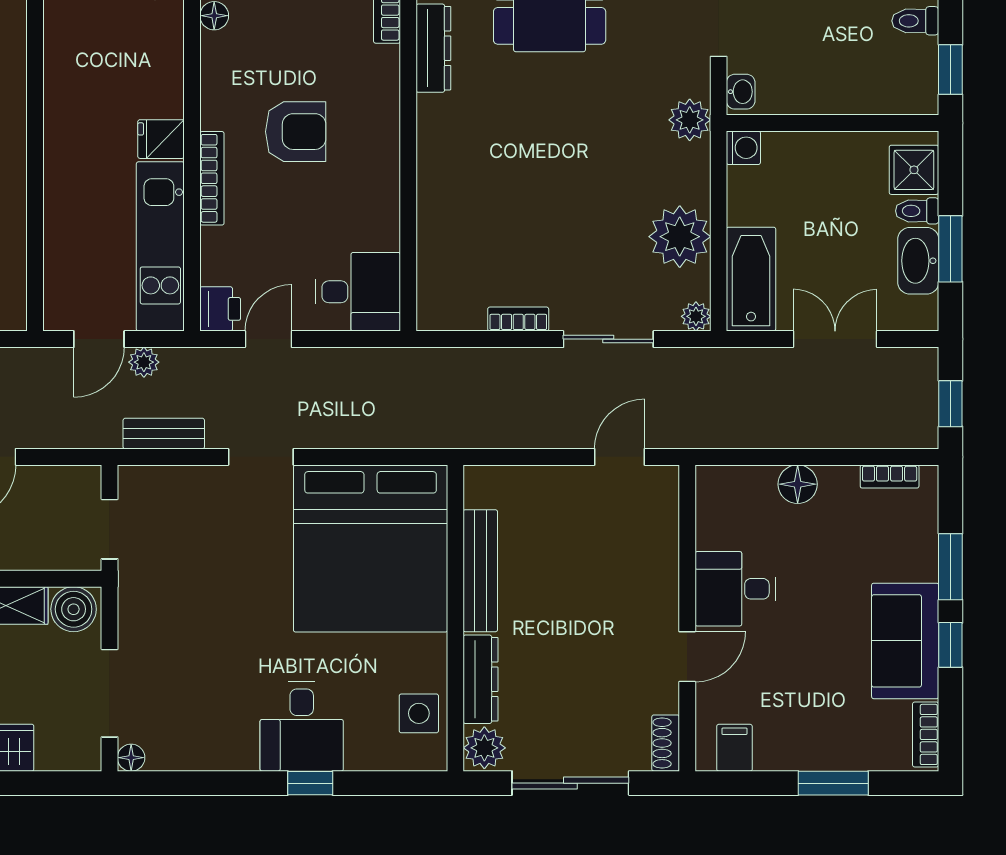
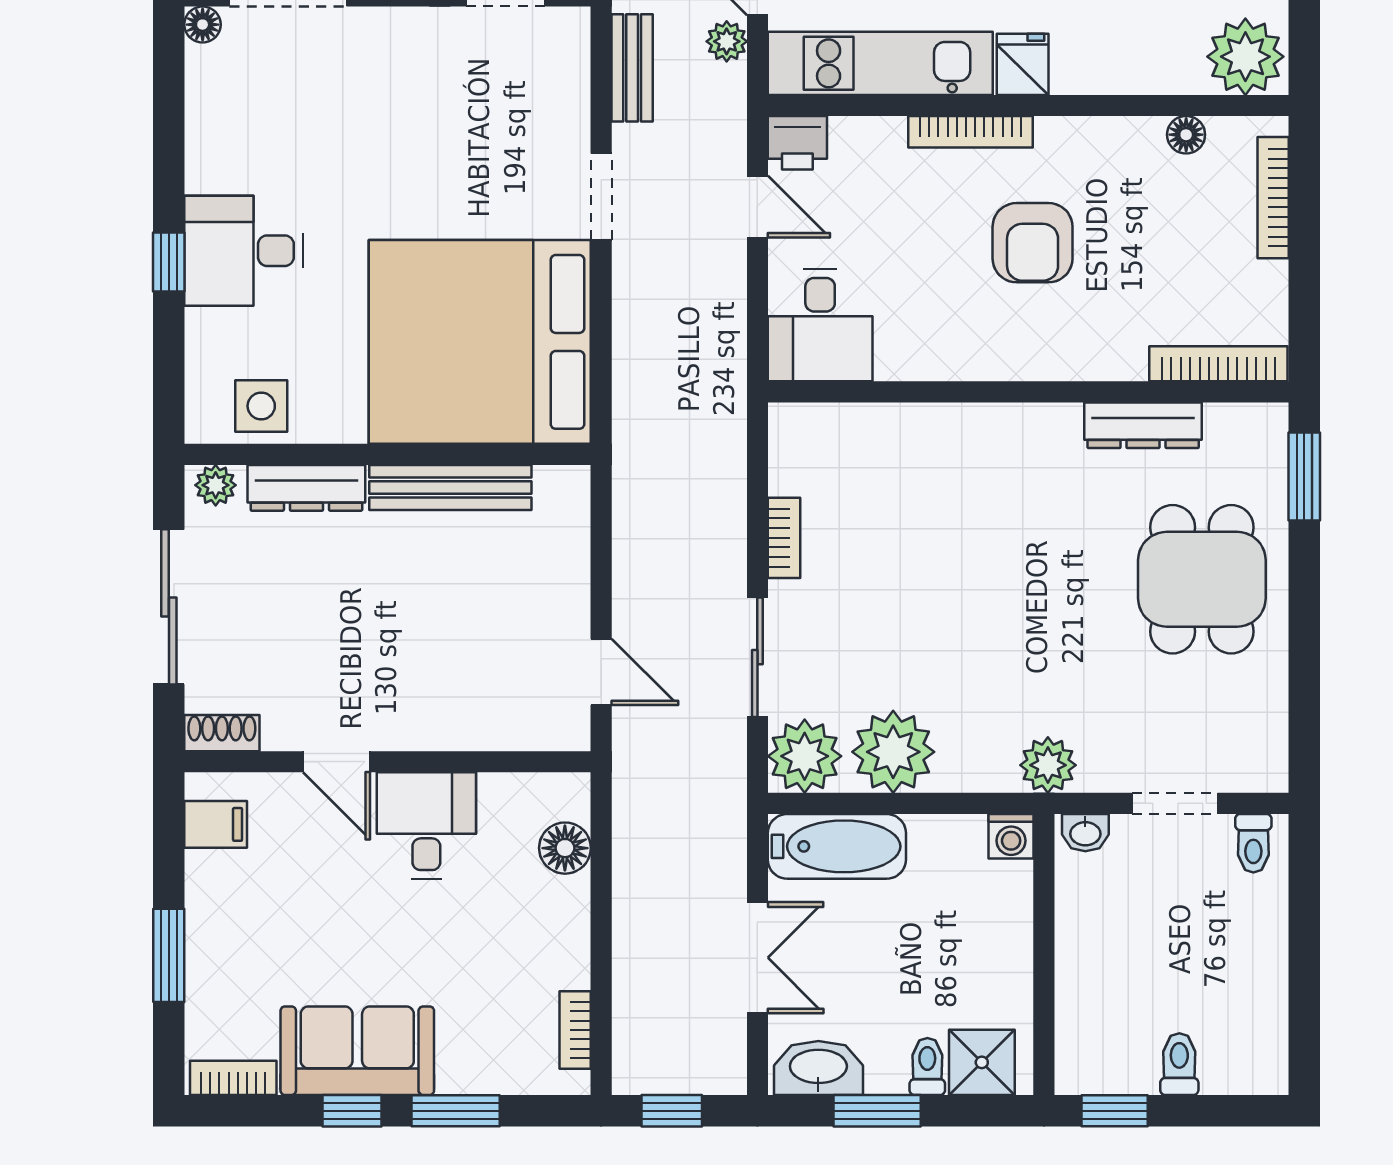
washbasin: (918, 261) -> (818, 1068), moved
plant: (696, 316) -> (805, 756), width x1.88, depth x1.88
floor lamp: (798, 484) -> (565, 848), moved
plant: (484, 748) -> (216, 485), width x0.73, depth x0.73

